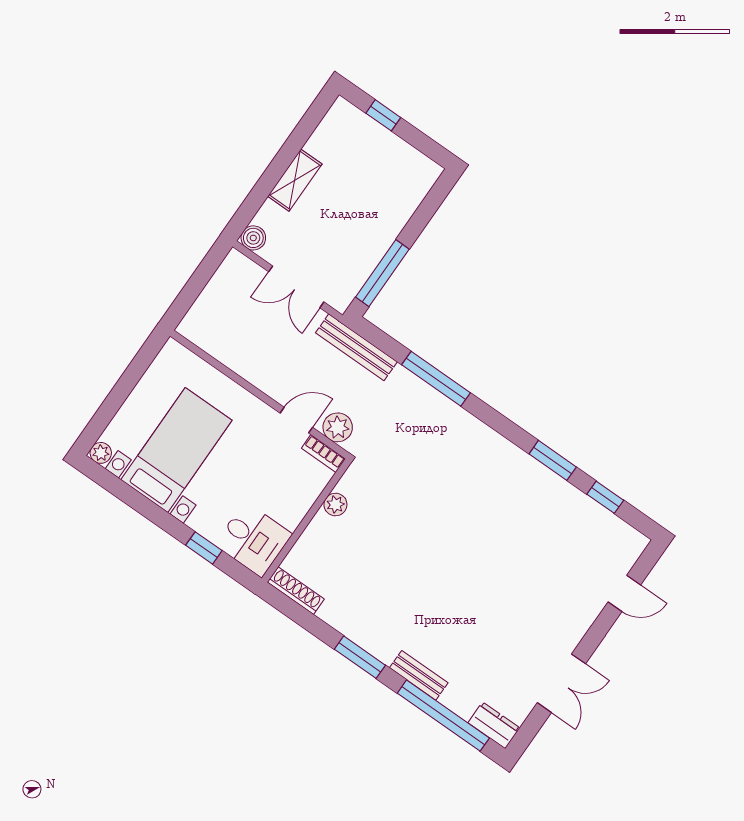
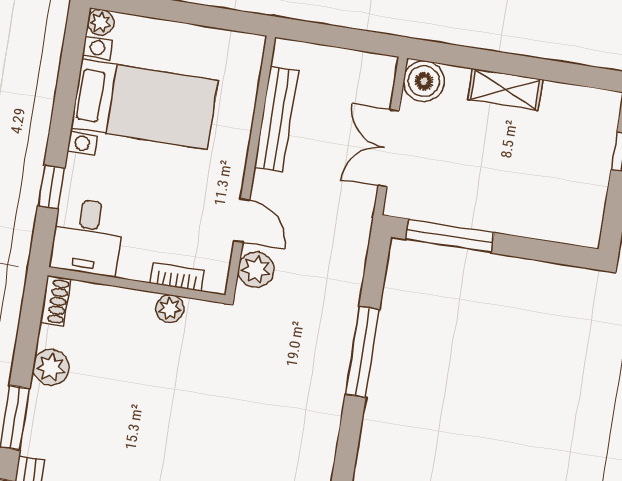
boiler: (253, 238) -> (424, 81), width x1.36, depth x1.36
bench: (356, 347) -> (276, 119), moved
bookcase: (323, 453) -> (177, 277), moved, turned 90
shoe rack: (296, 591) -> (55, 301), width x0.70
plant: (336, 613) -> (51, 367), added

